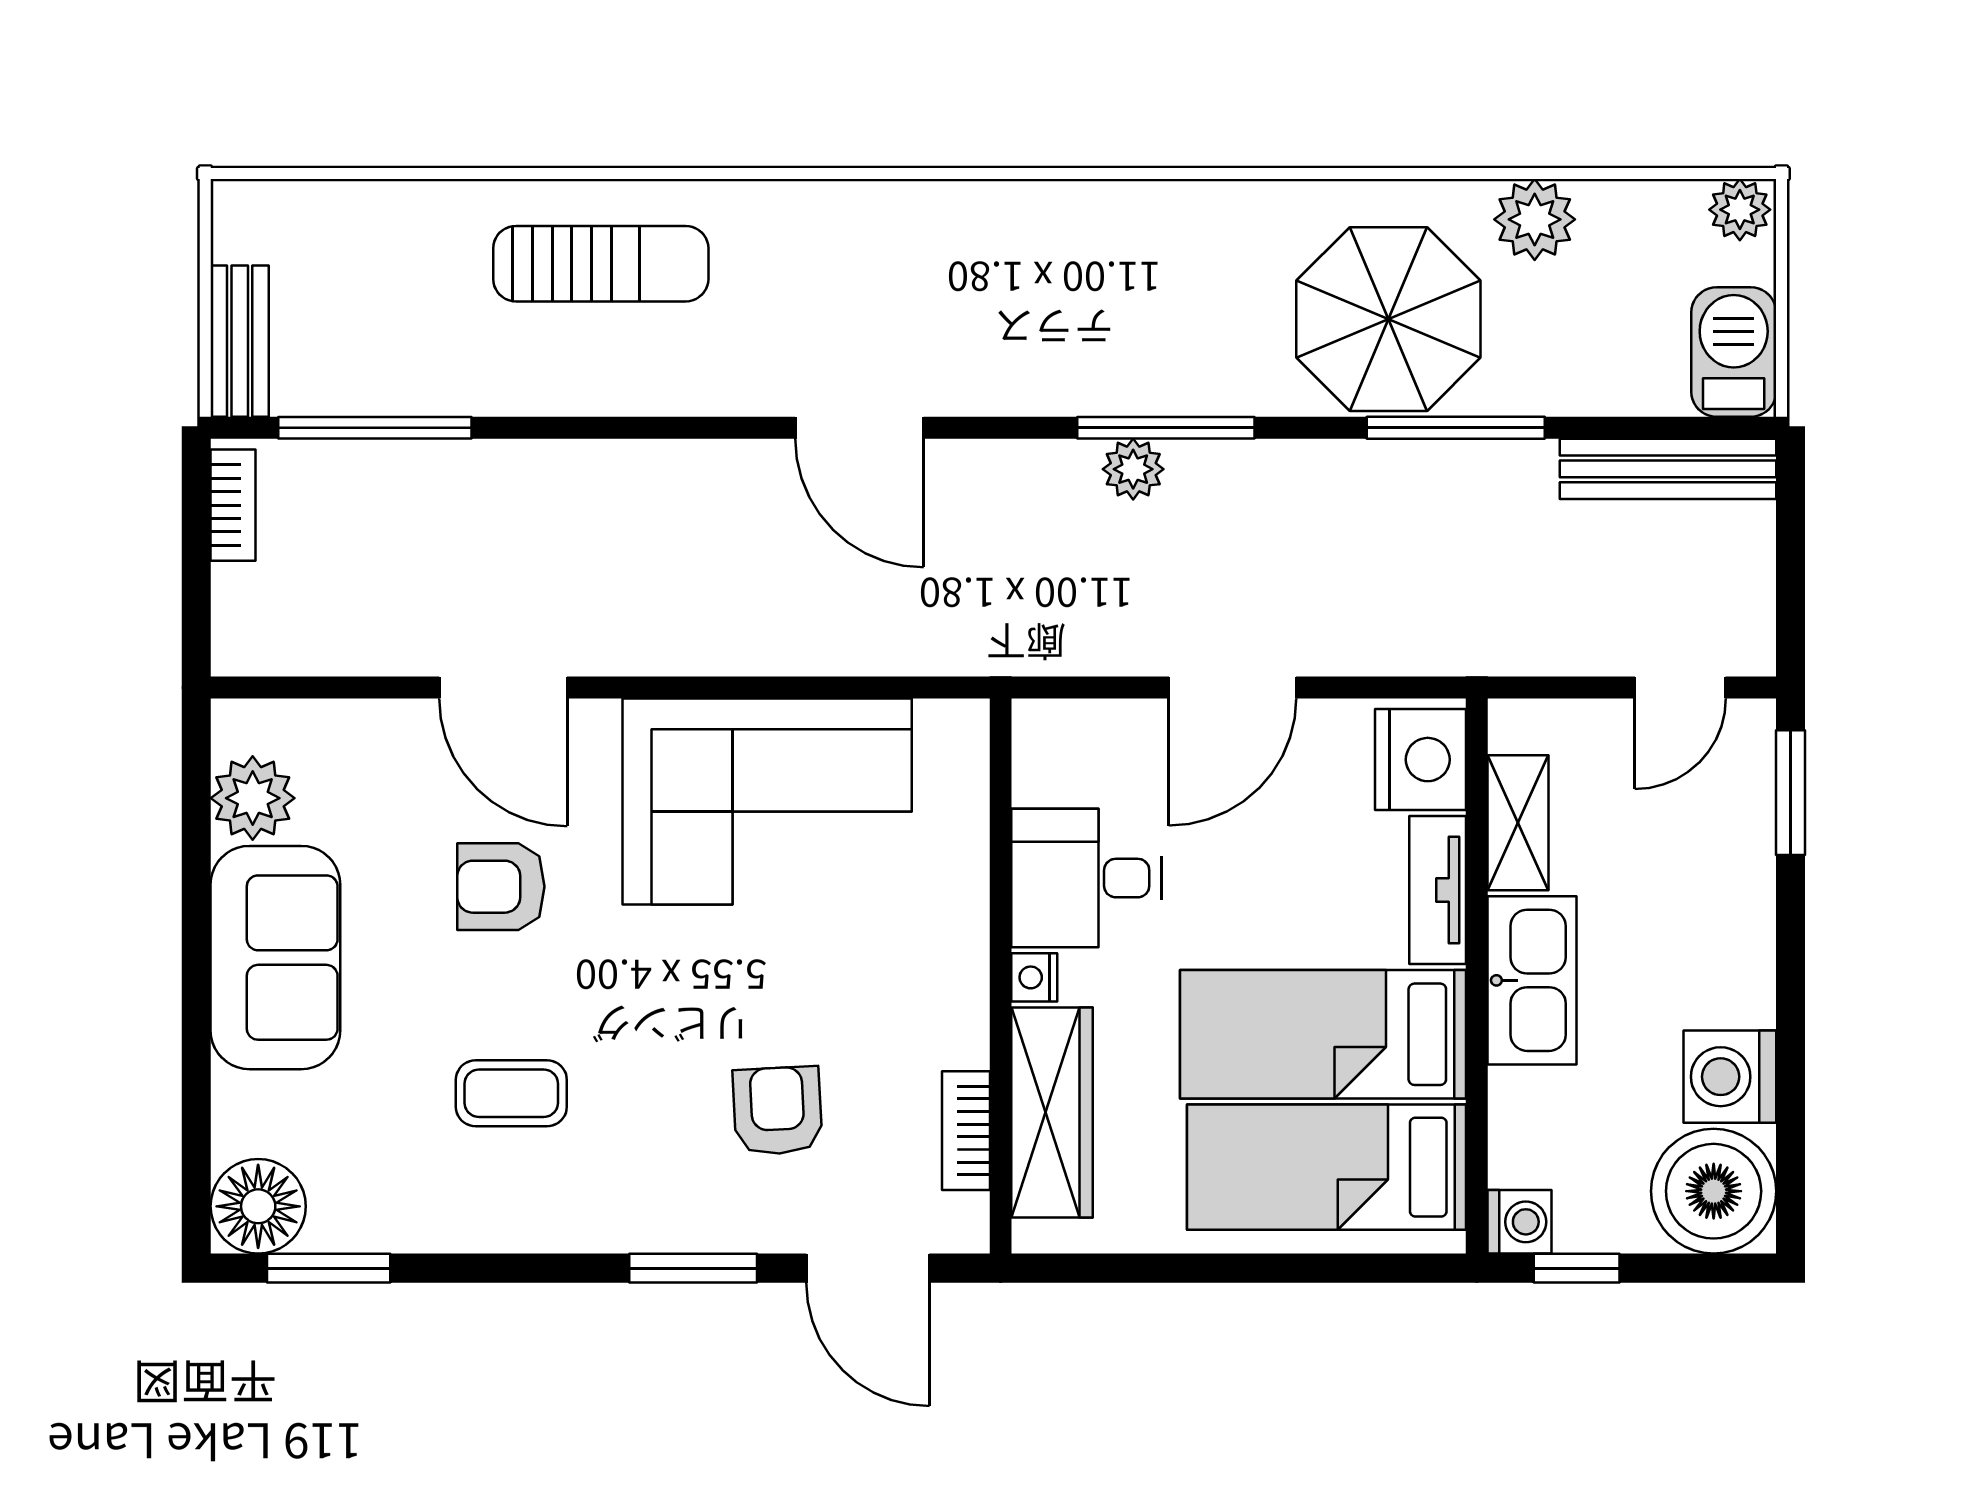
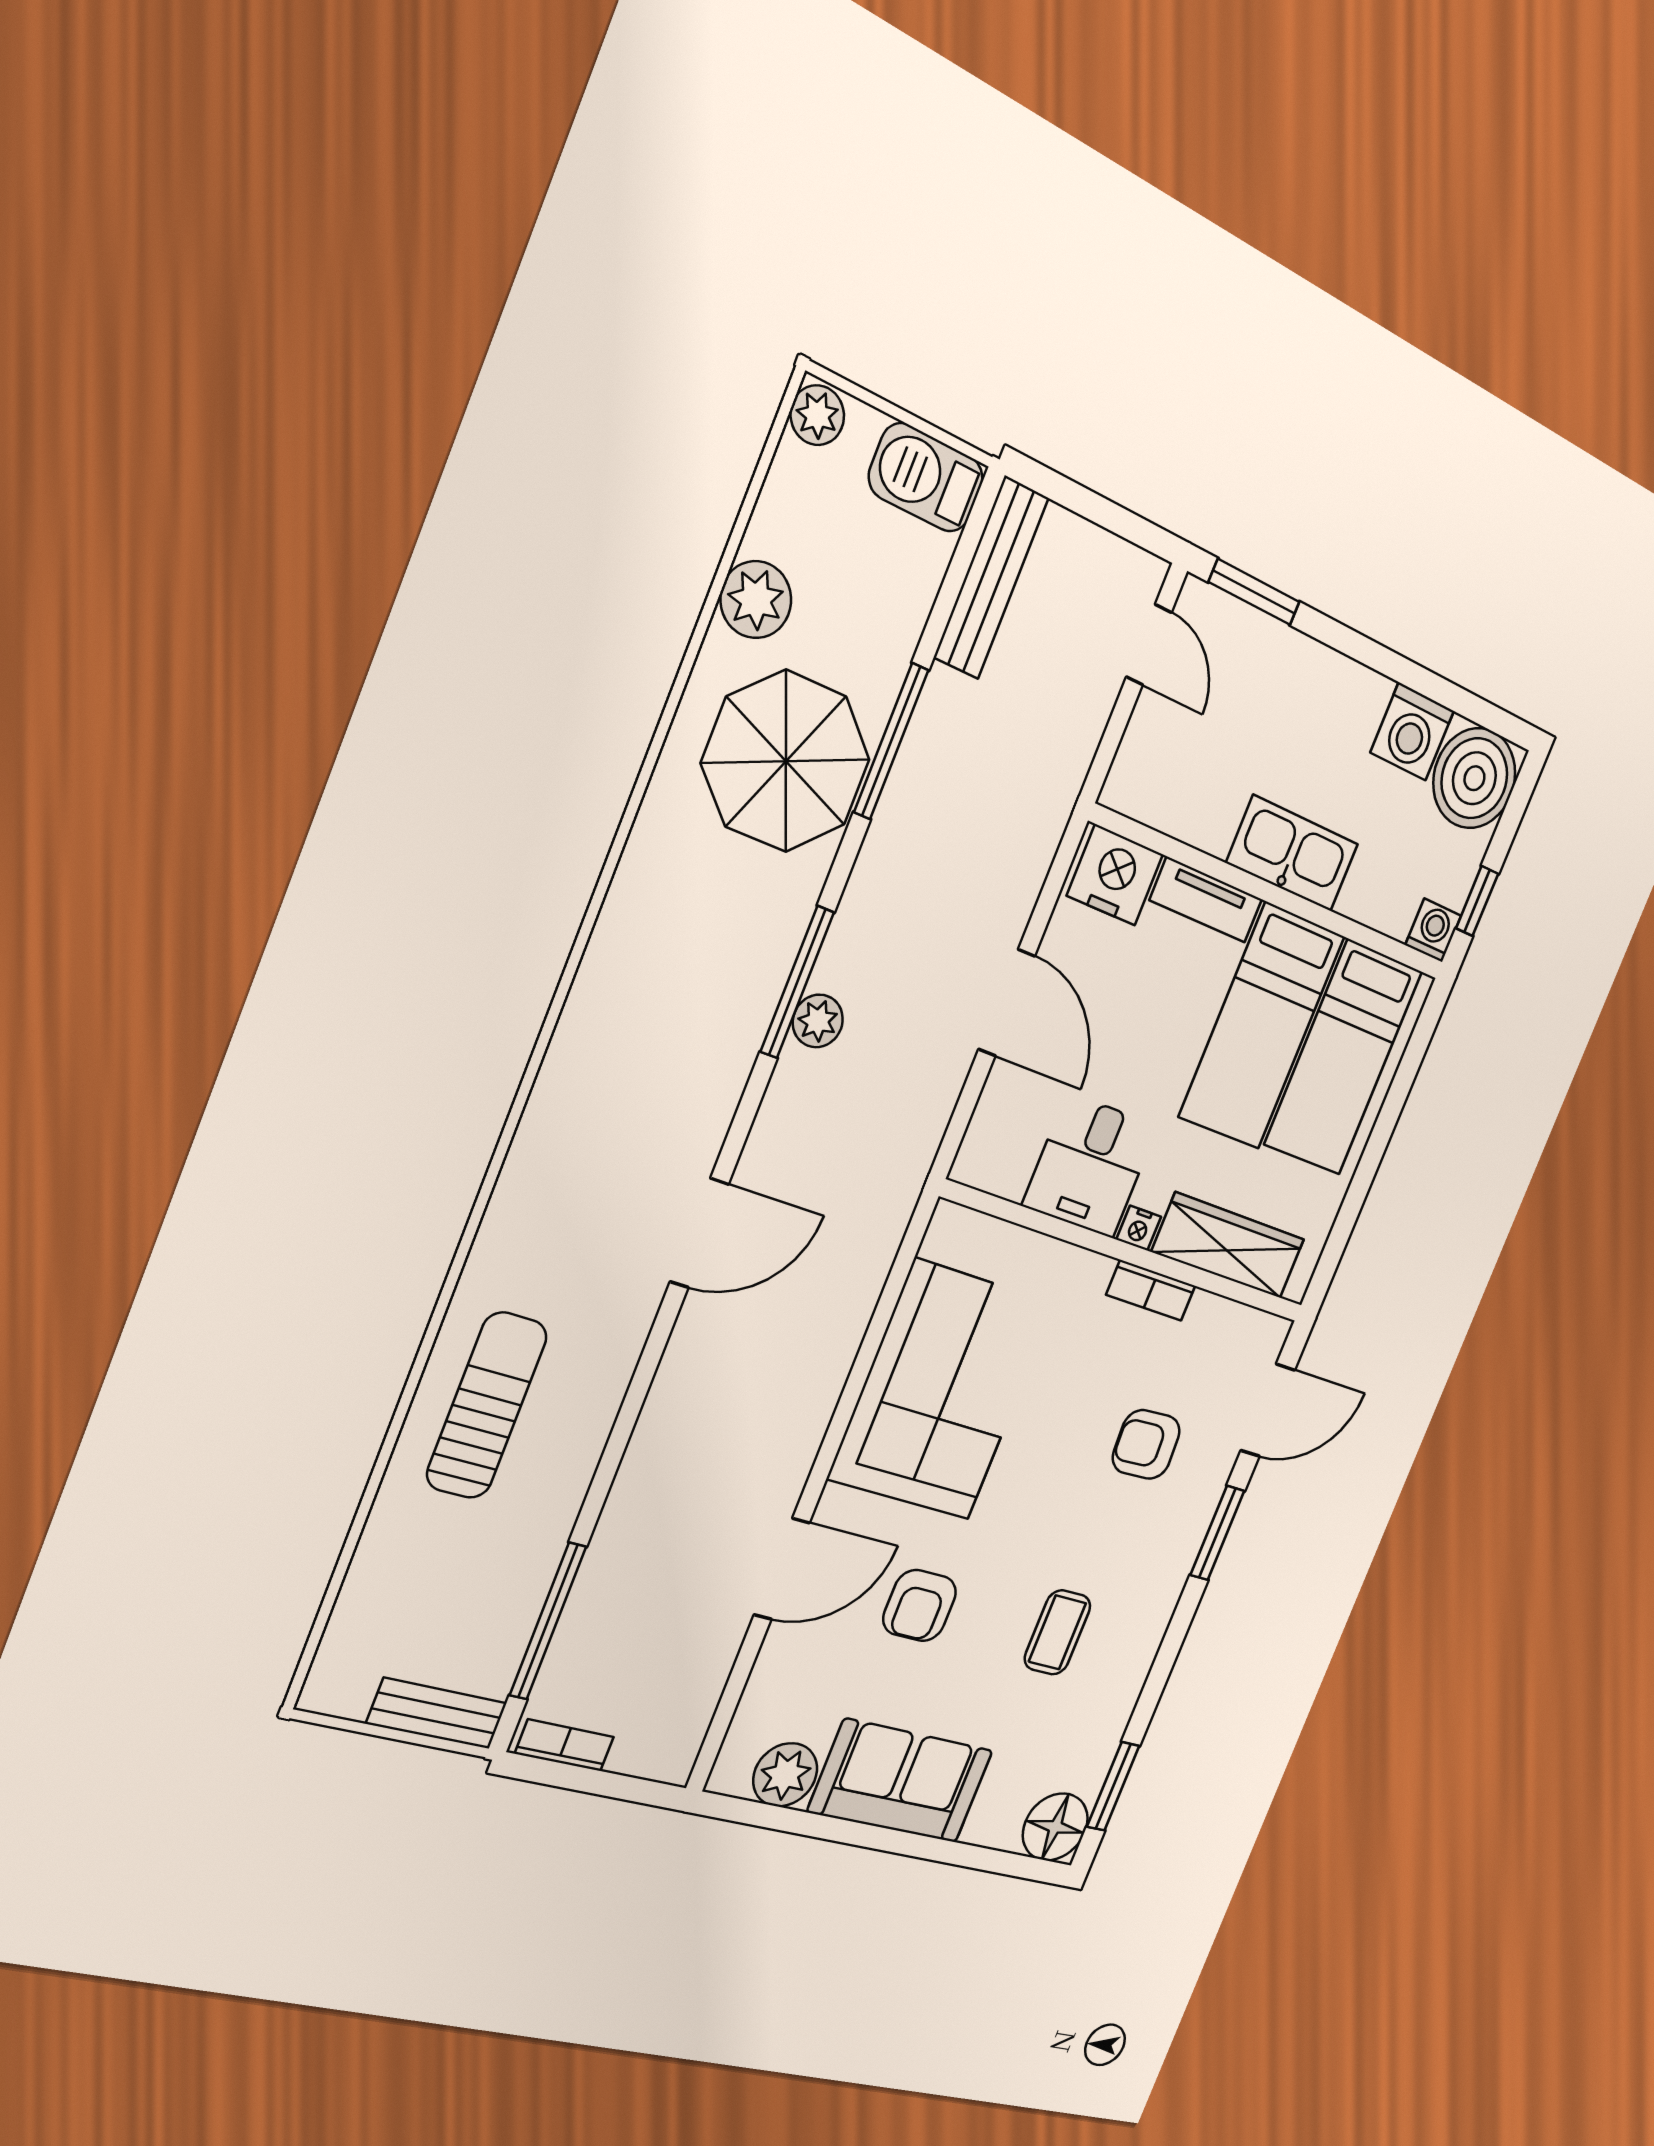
shelving: (1518, 823) -> (1188, 817), removed
bookcase: (966, 1131) -> (1151, 1290), moved

